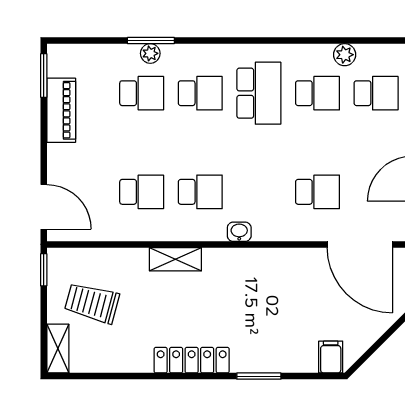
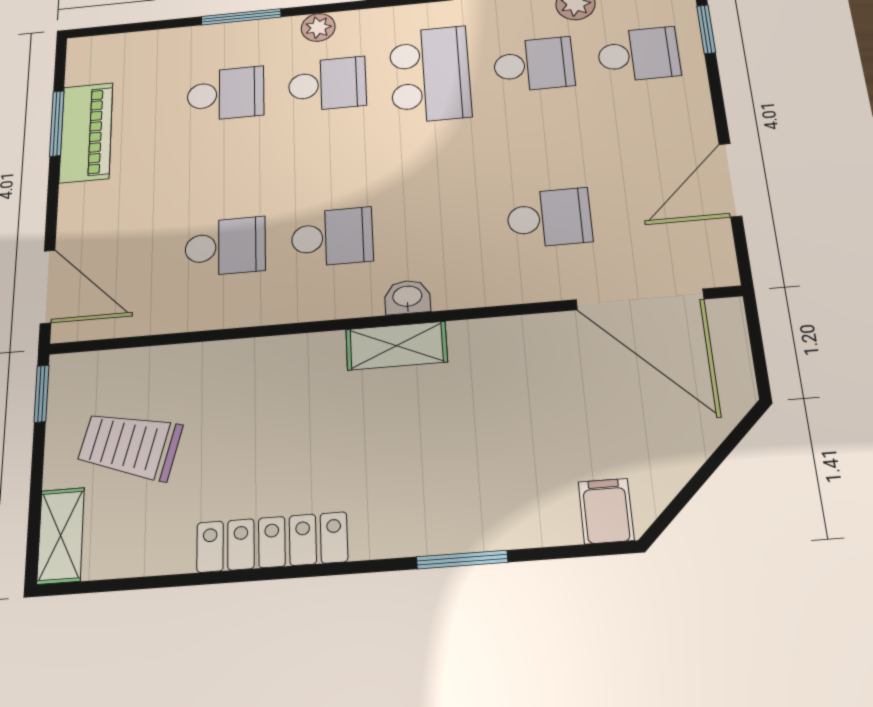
plant: (150, 53) -> (318, 27), moved
window: (44, 75) -> (57, 123), moved
shelving: (175, 259) -> (396, 346), moved
locker: (192, 360) -> (272, 542), moved

